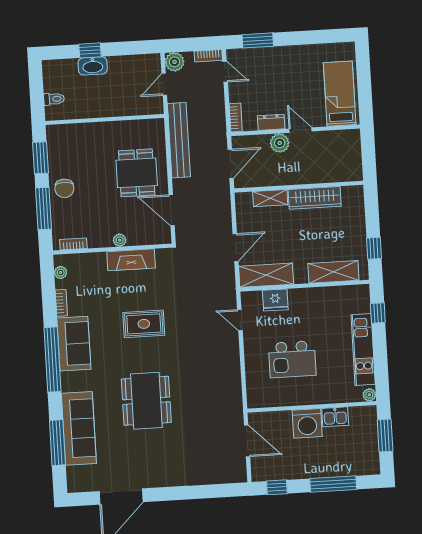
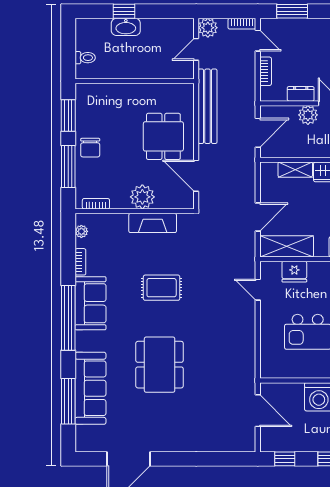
bookcase: (236, 118) -> (266, 71), moved
plant: (120, 240) -> (142, 197), width x1.88, depth x1.88

